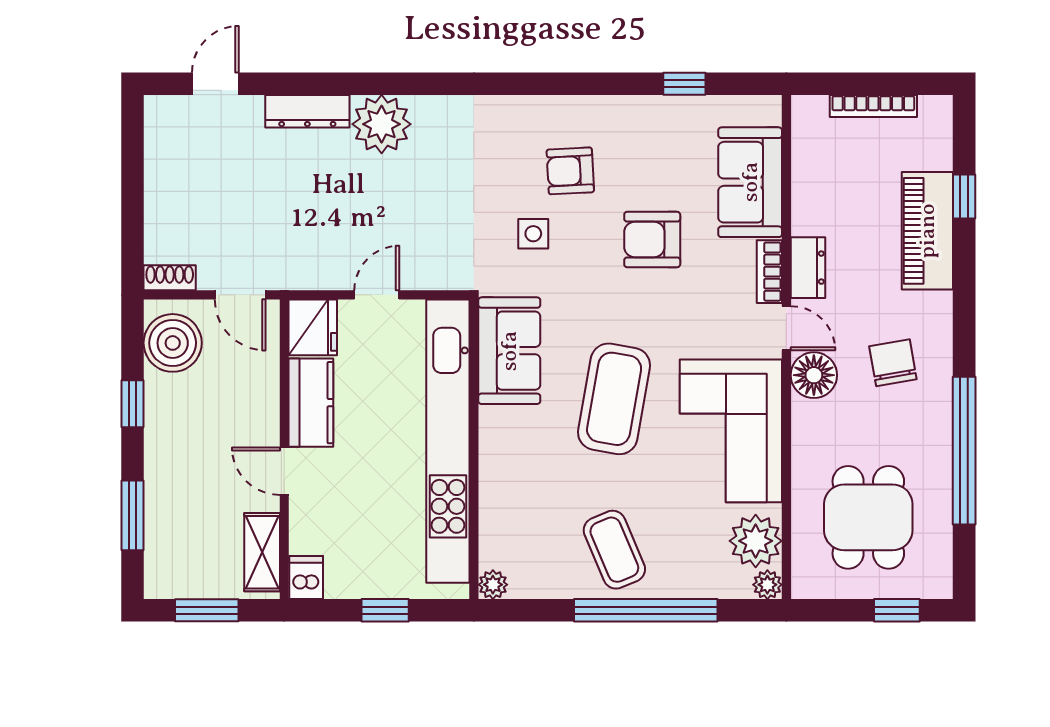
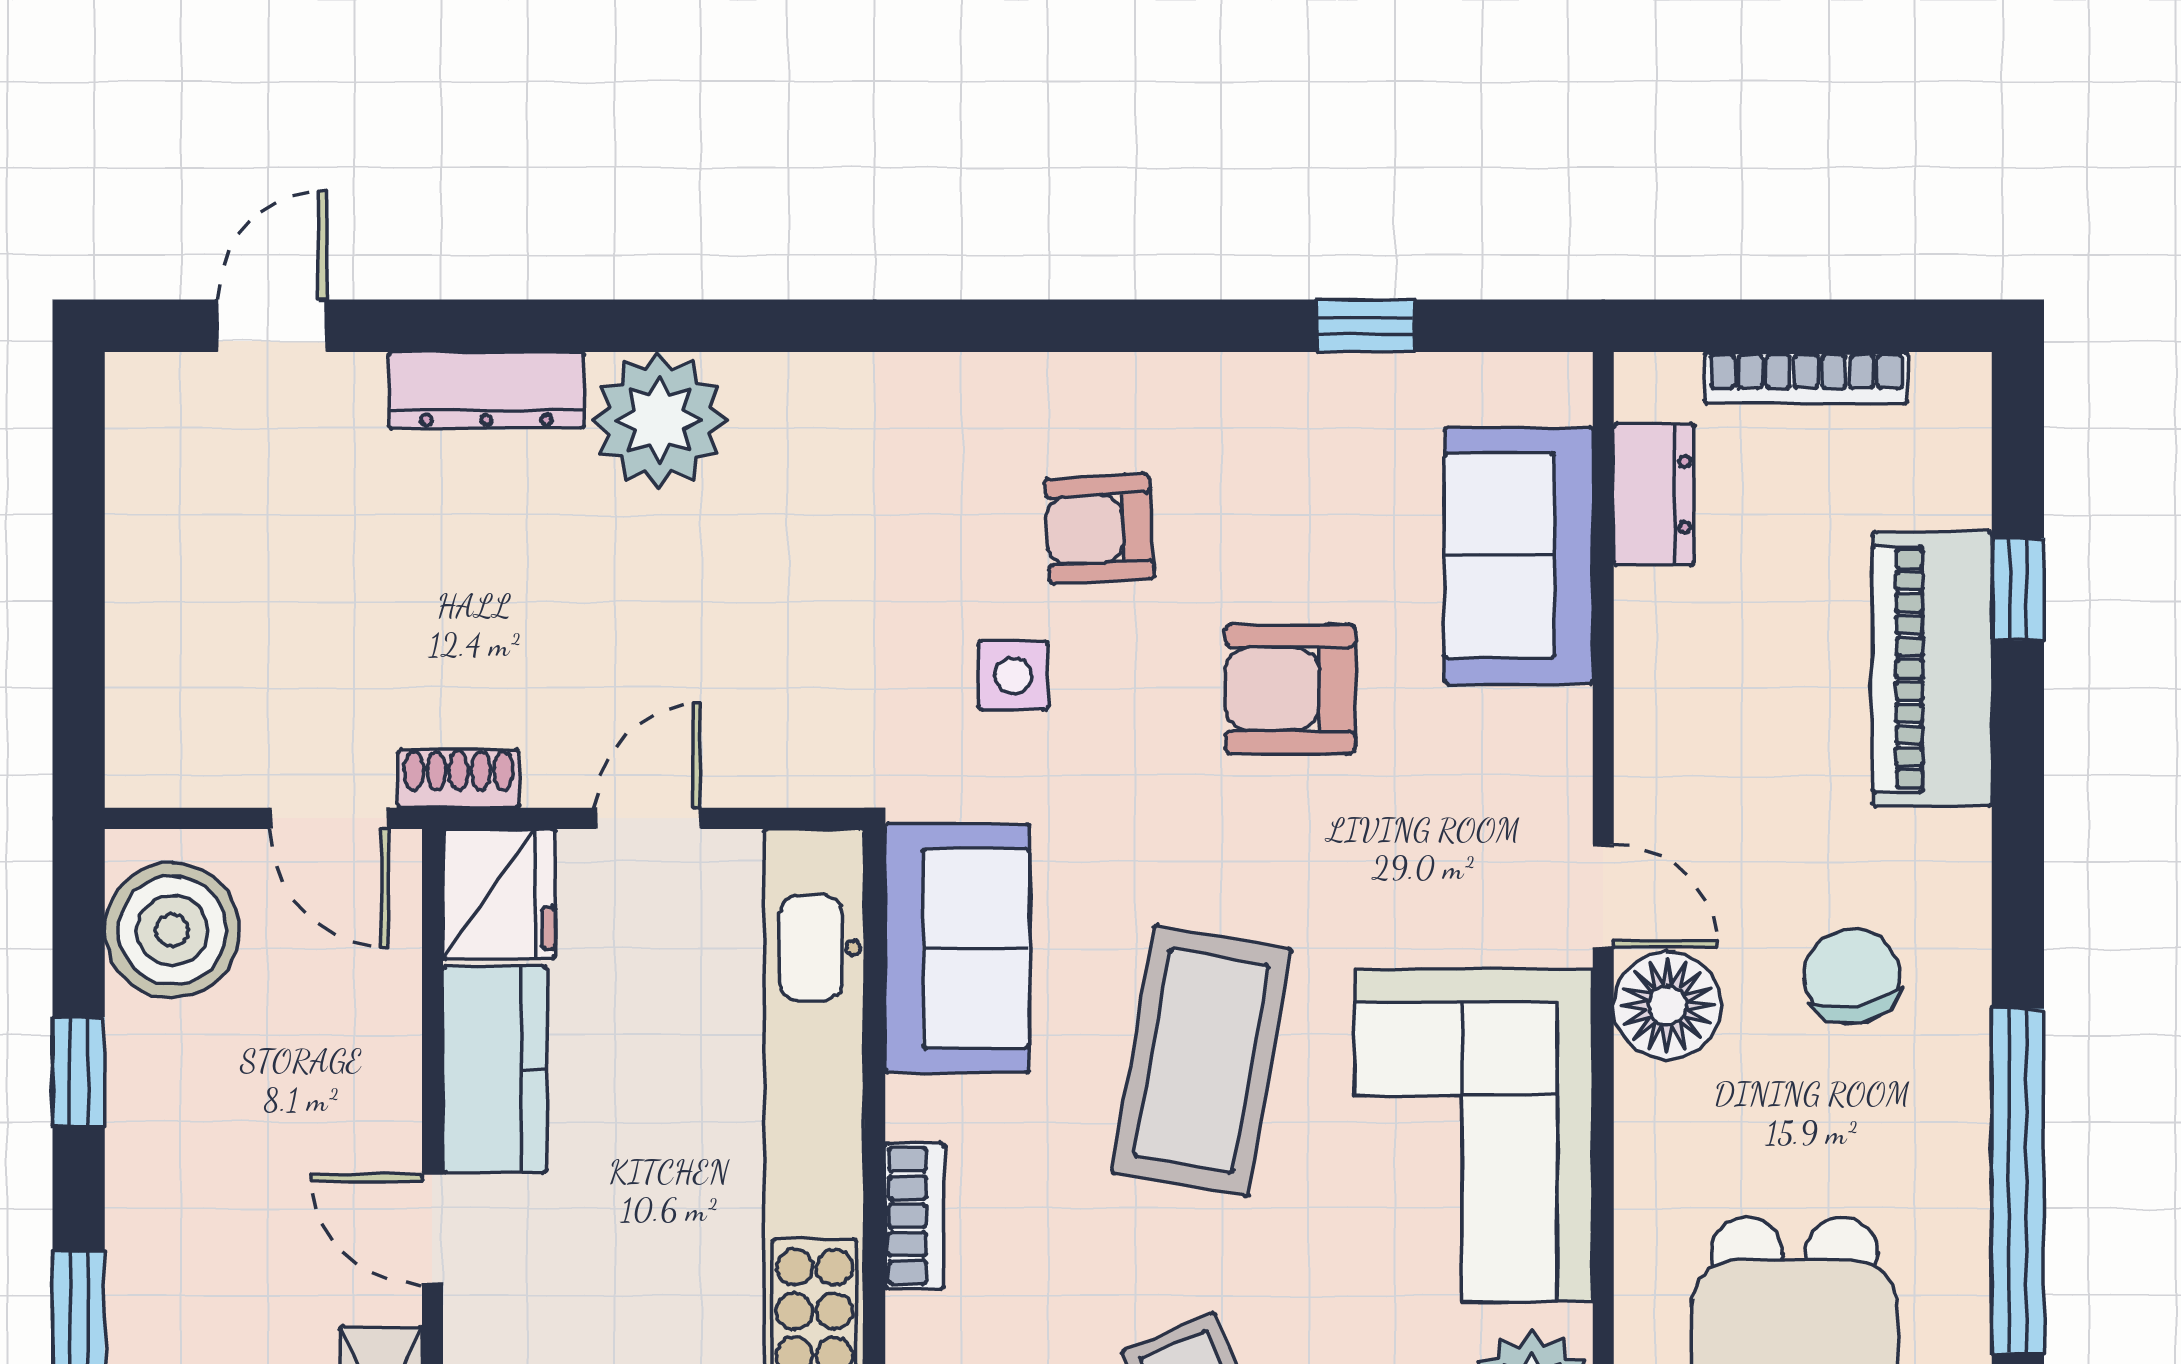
dresser: (808, 268) -> (1654, 494), moved
bookcase: (769, 272) -> (914, 1216), moved, turned 180
shoe rack: (170, 278) -> (459, 778), moved

